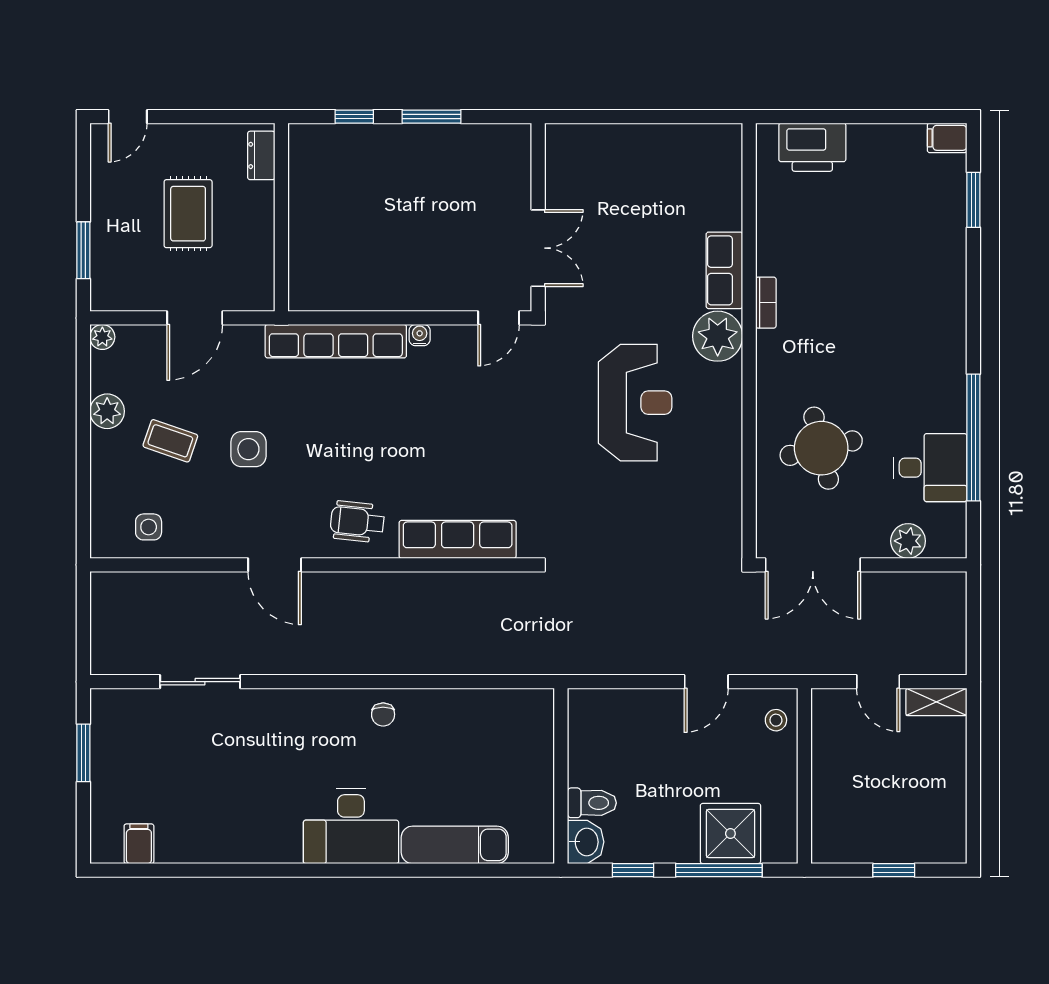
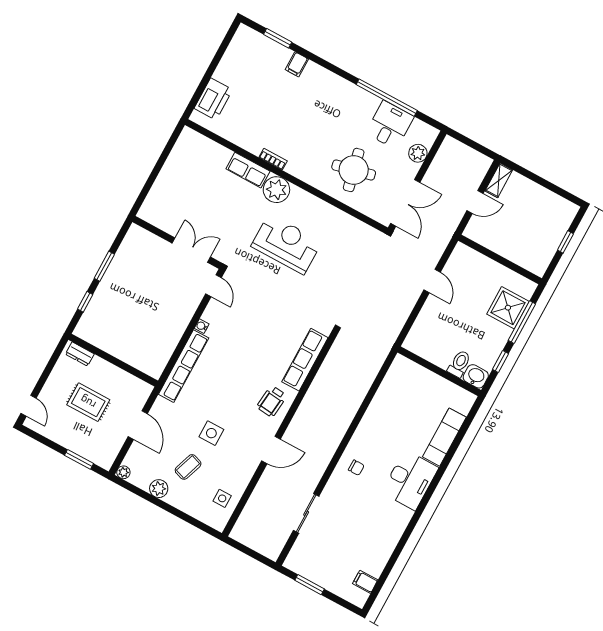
filing cabinet: (947, 138) -> (297, 64), moved
chair: (383, 714) -> (356, 468), moved
stool: (776, 720) -> (467, 259), removed

